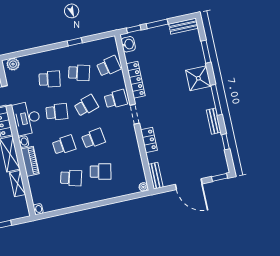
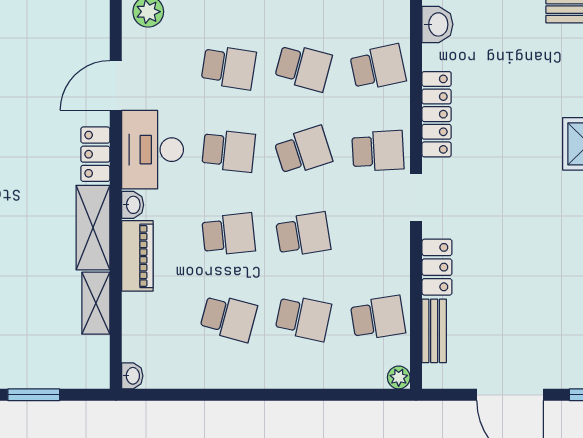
school desk: (130, 165) -> (378, 318), added
bench: (156, 176) -> (434, 331), moved

